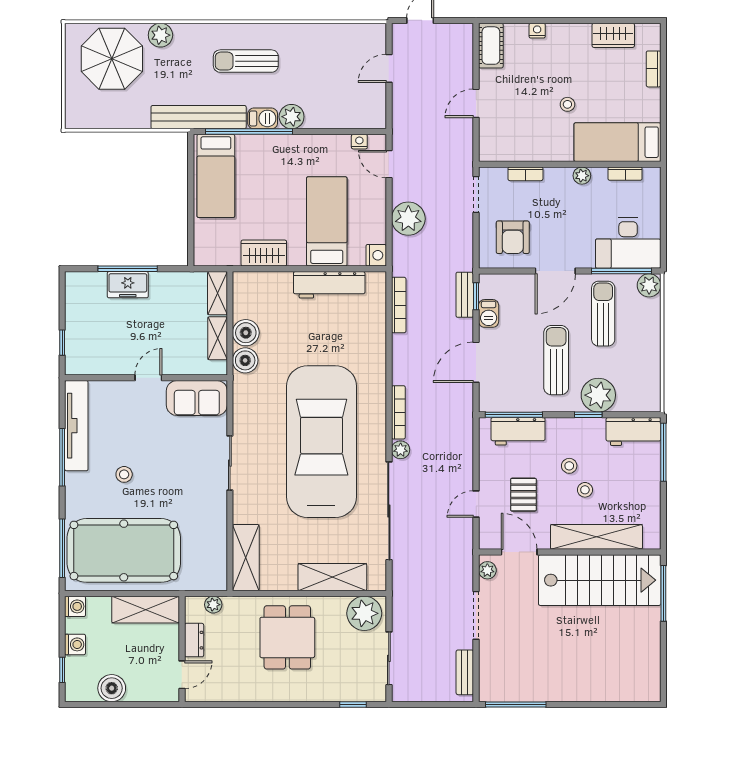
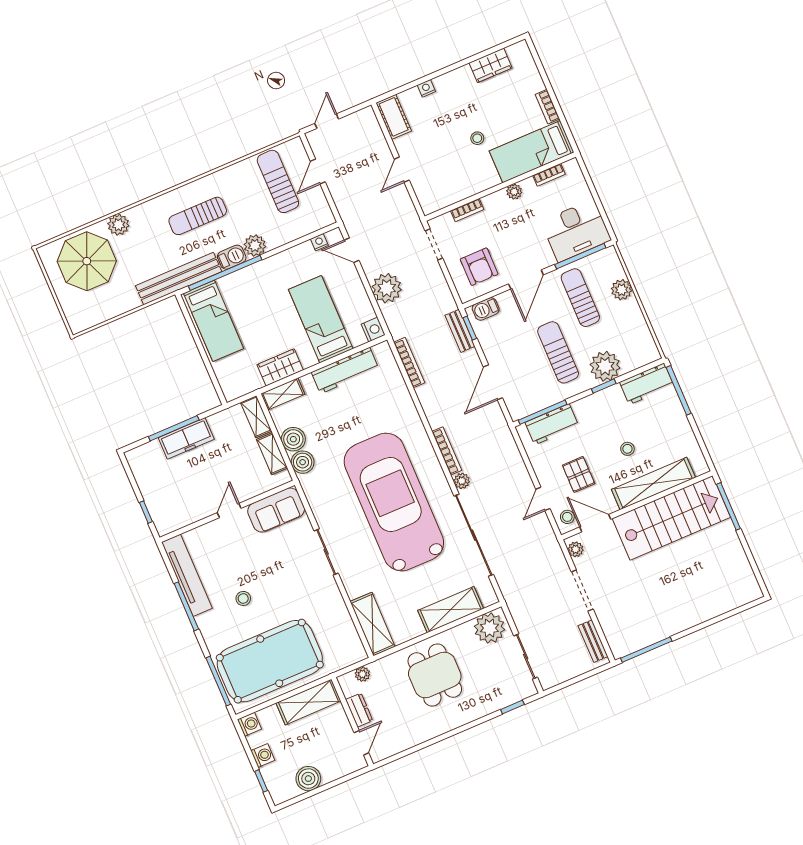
sun lounger: (344, 61) -> (278, 181), added
bookcase: (654, 69) -> (547, 107), moved
shelving: (255, 282) -> (283, 394), added
freezer: (128, 285) -> (186, 438), width x1.40
plant: (649, 285) -> (622, 290), moved
barbecue: (489, 313) -> (486, 309), moved, turned 90
stool: (569, 466) -> (567, 517), moved

